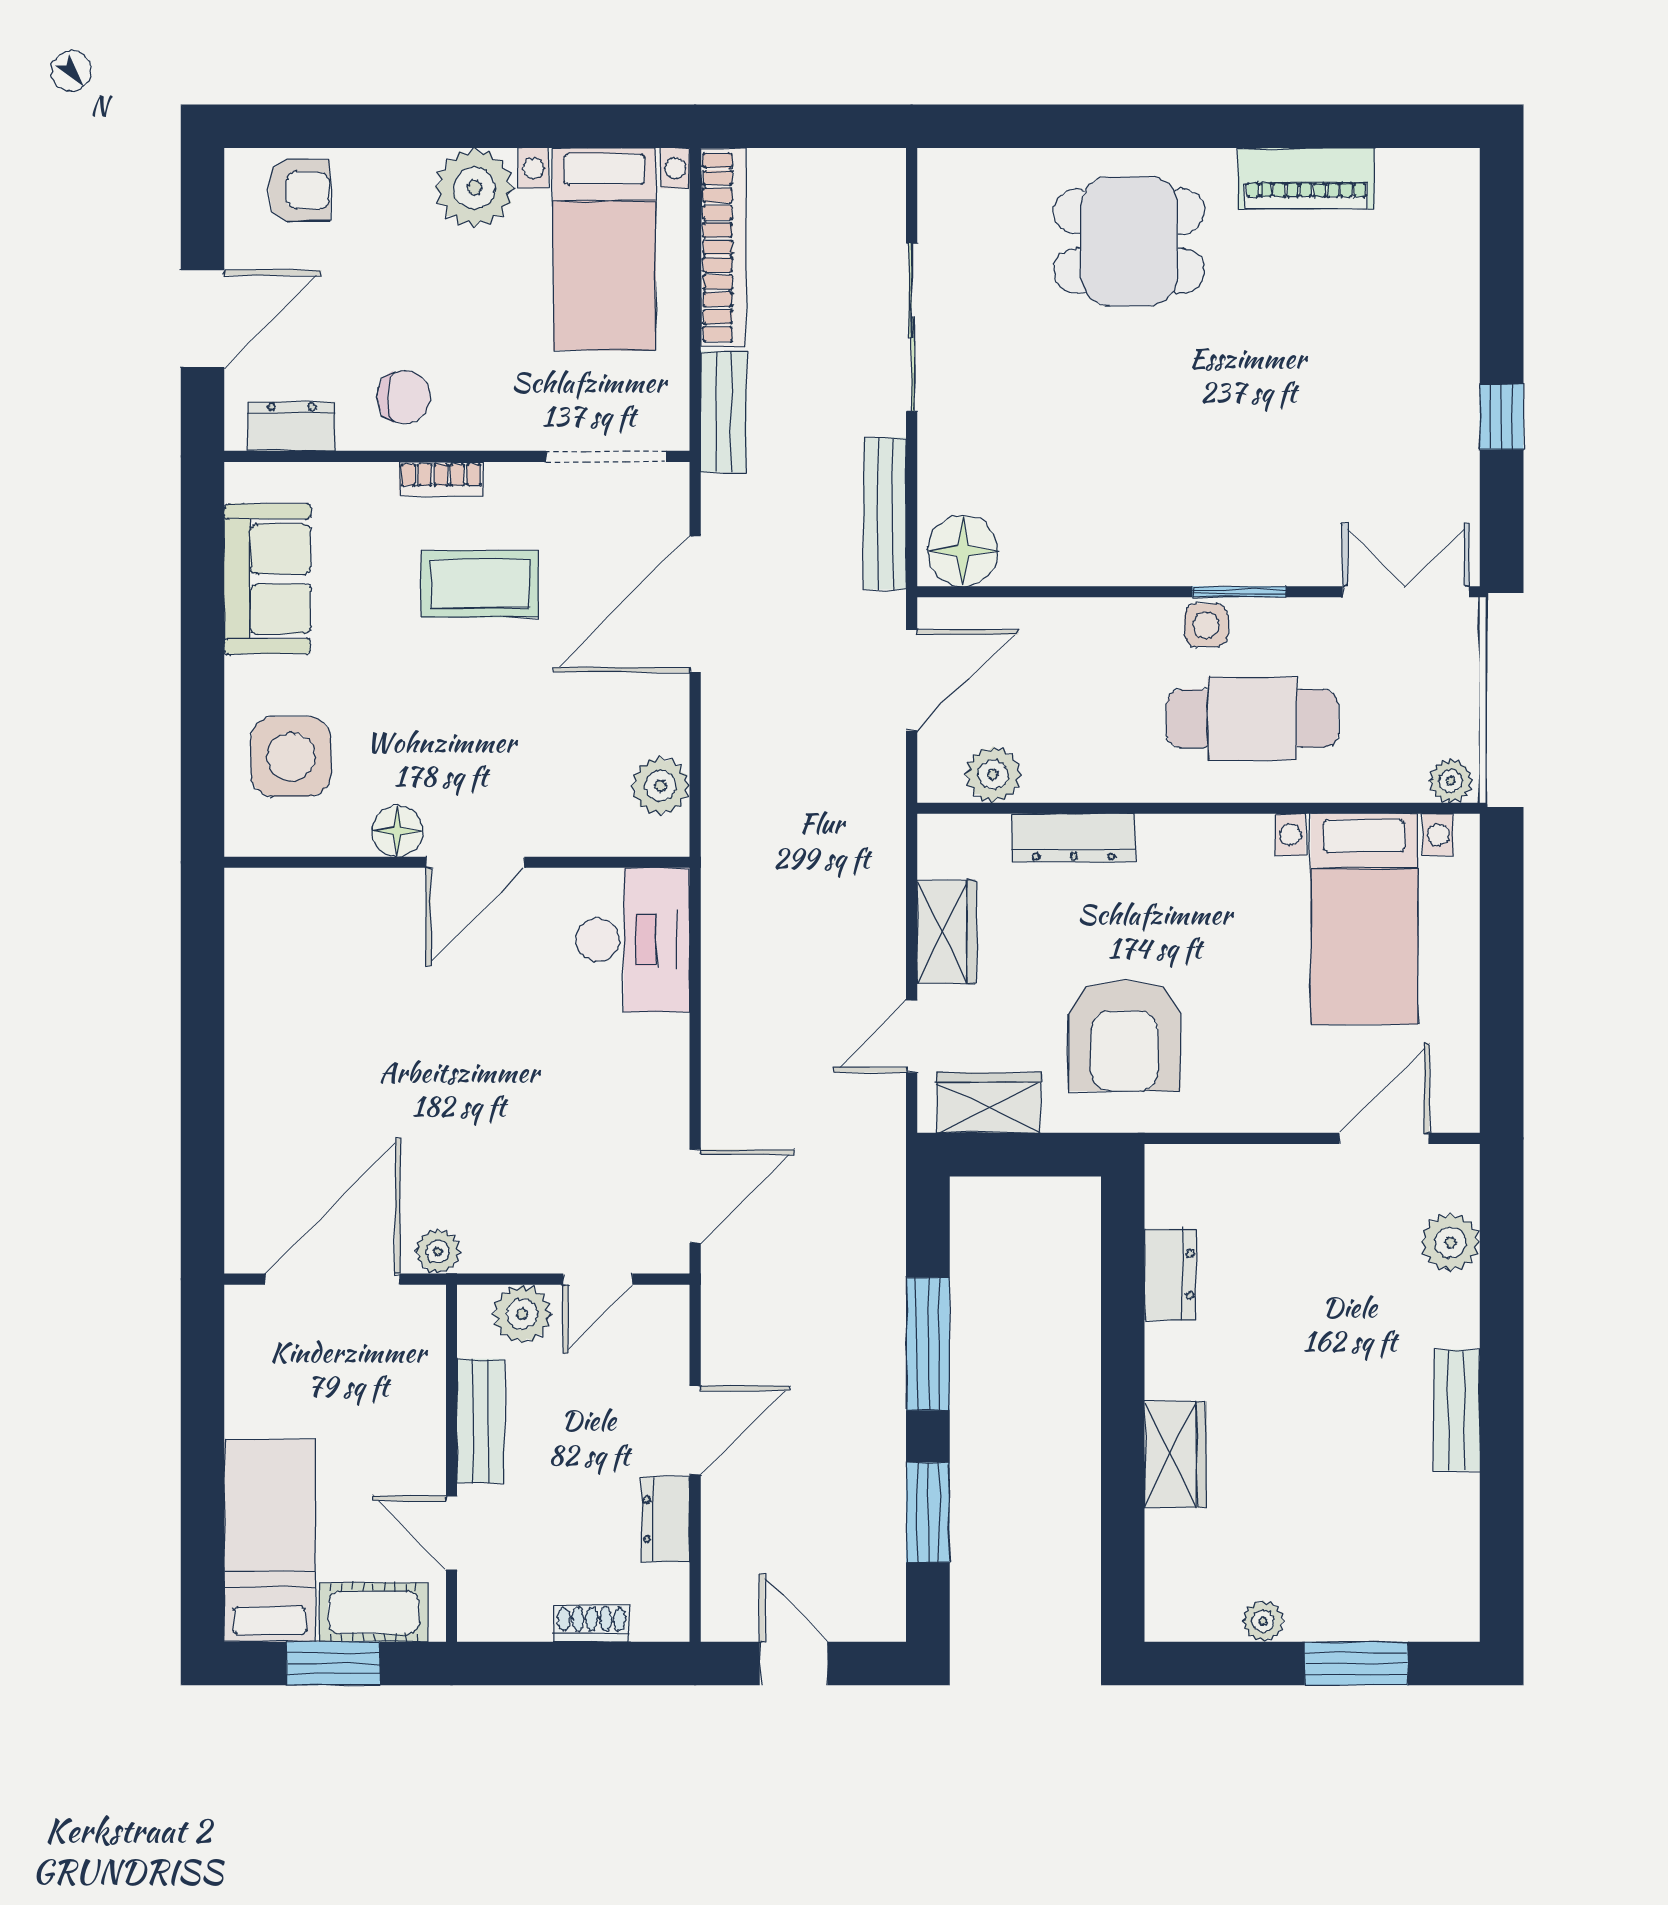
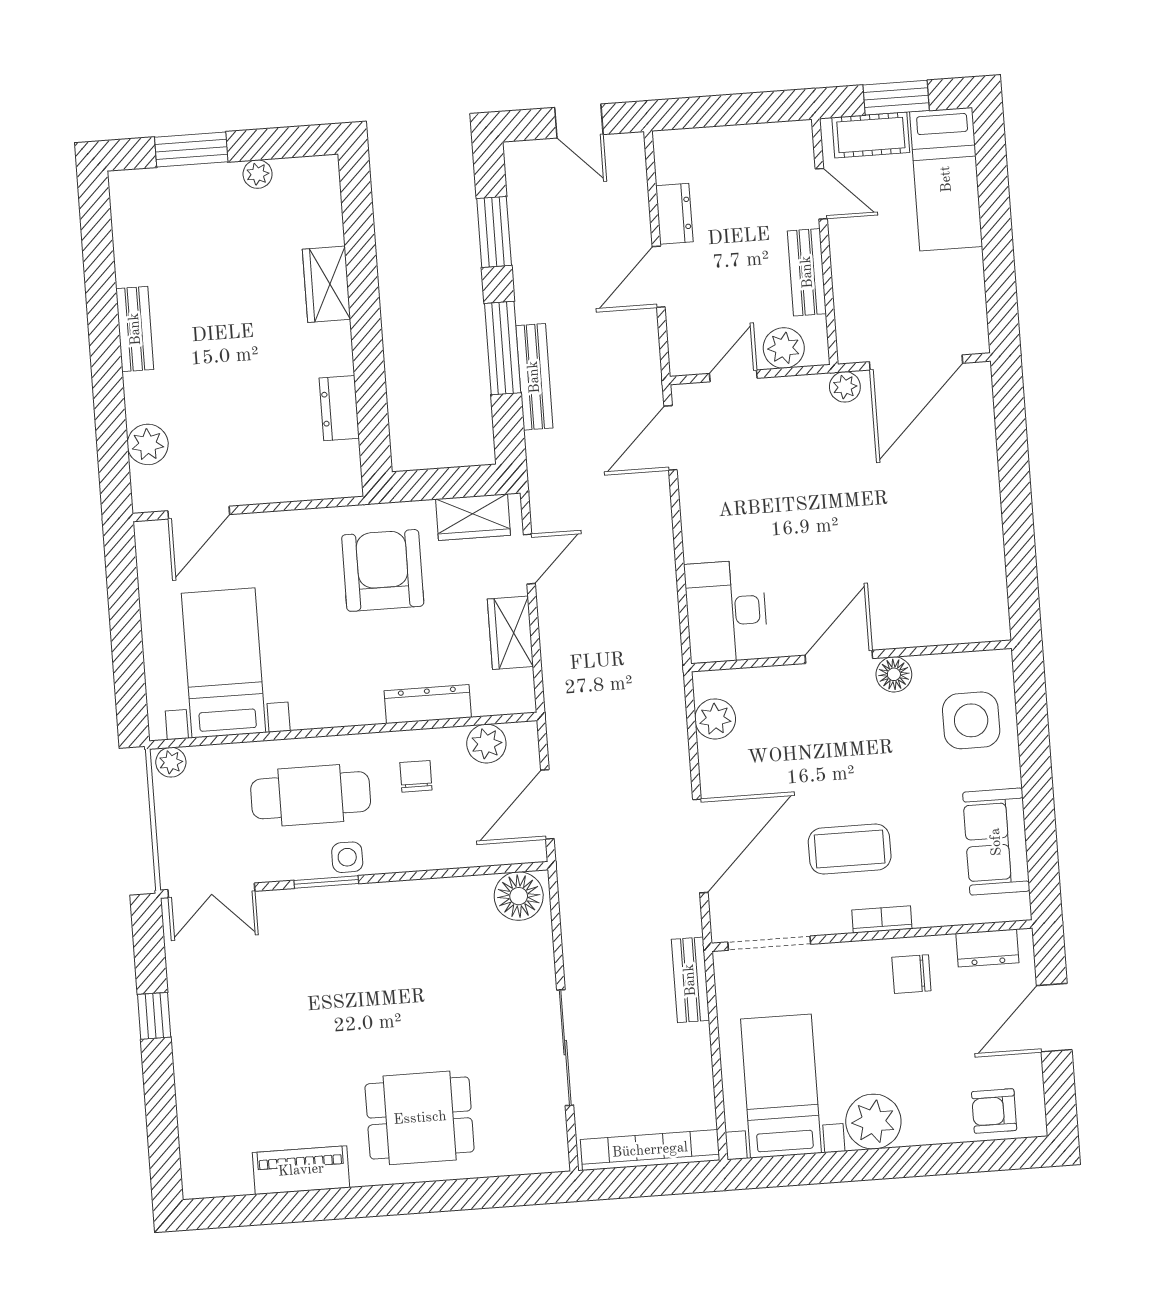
bookcase: (723, 247) -> (650, 1150), moved, turned 90
bench: (885, 513) -> (534, 377), moved
chair: (1098, 735) -> (416, 776), added
shoe rack: (592, 1623) -> (720, 138), removed

